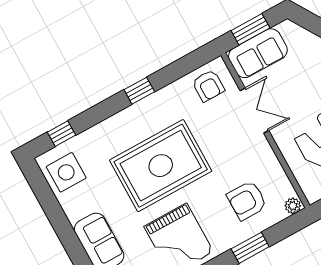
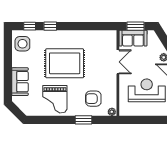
armchair: (208, 86) -> (104, 40), removed
window: (139, 91) -> (50, 26), moved

